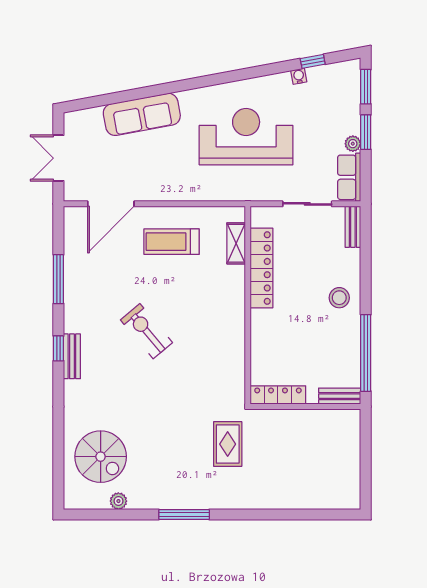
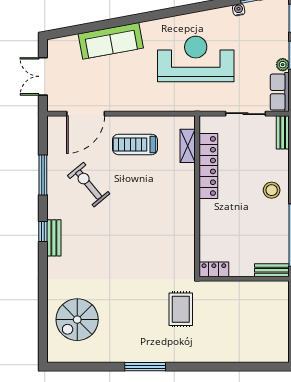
exercise bike: (146, 331) -> (89, 185), moved
locker: (278, 395) -> (214, 269), width x0.66
spiral stairs: (101, 457) -> (77, 320), turned 90
plant: (118, 501) -> (92, 356), removed

